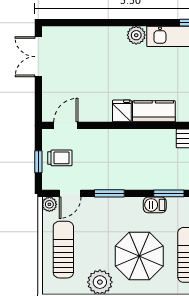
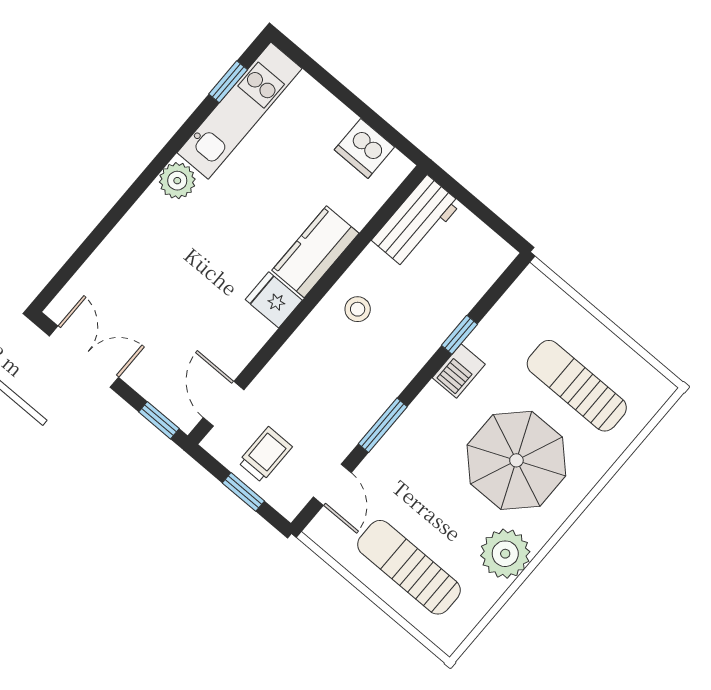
double door: (38, 57) -> (84, 357), swing flipped
window: (38, 106) -> (159, 420), added
stool: (146, 146) -> (358, 309), added
window: (169, 193) -> (459, 335), width x0.67
plant: (49, 204) -> (322, 530), removed

